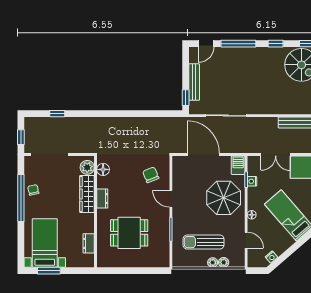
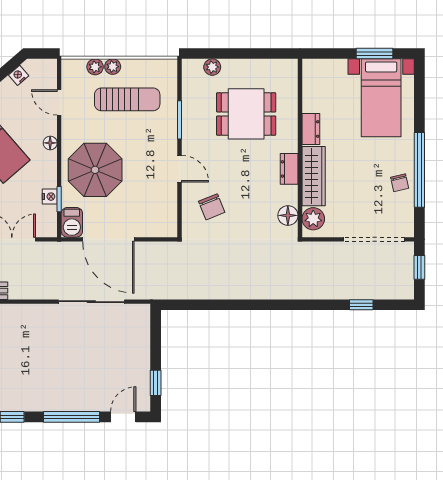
bench: (194, 82) -> (142, 355), removed
window: (186, 98) -> (156, 383), moved
door: (203, 155) -> (108, 239), moved
dresser: (89, 243) -> (311, 129), moved
plant: (150, 262) -> (212, 67), added

